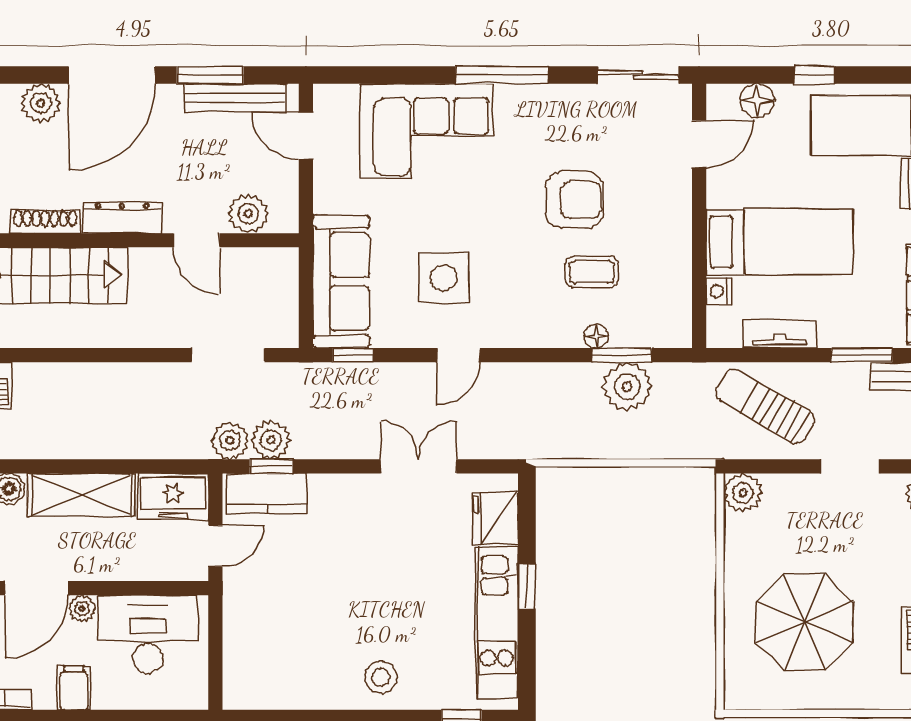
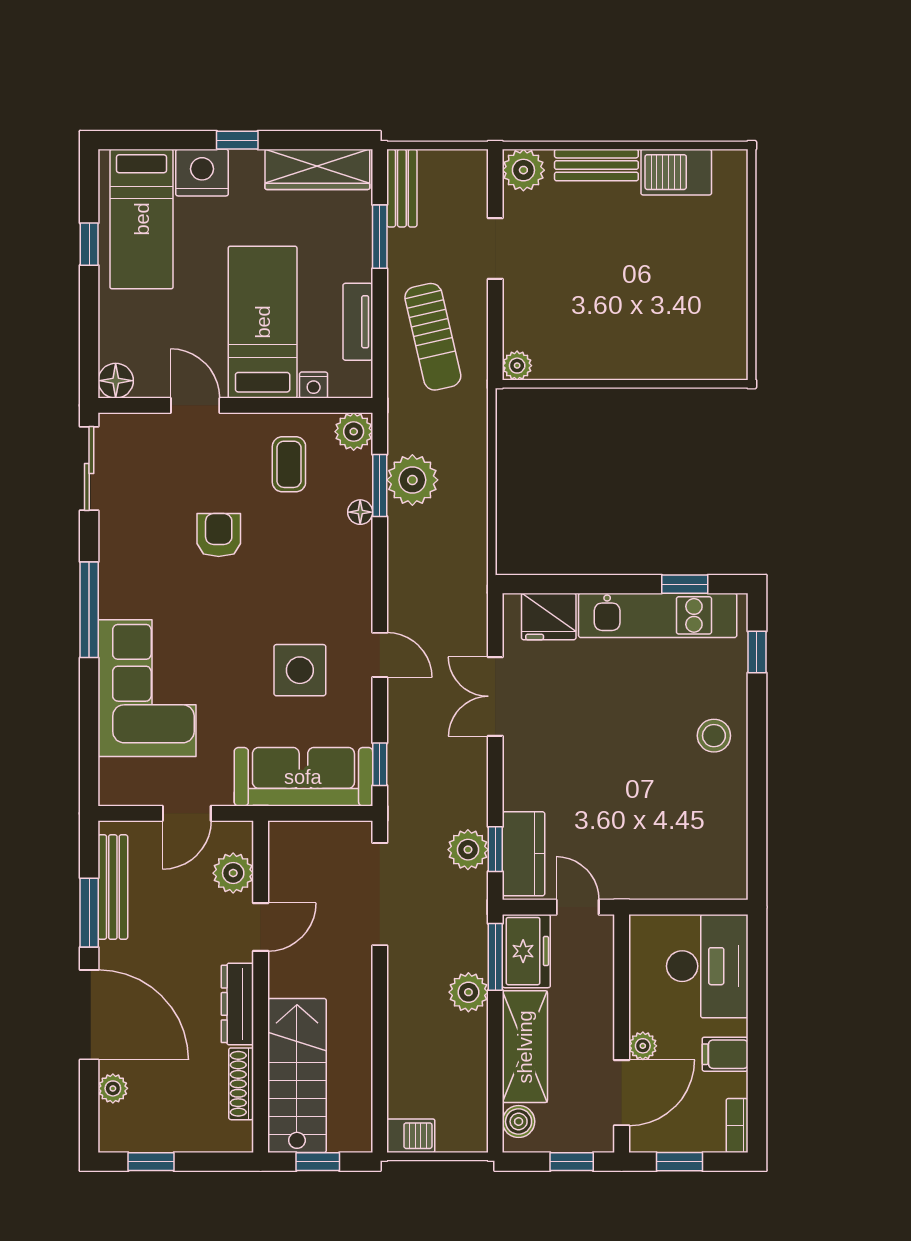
window: (815, 75) -> (89, 244), moved
floor lamp: (757, 101) -> (116, 381), moved
plant: (41, 103) -> (113, 1088), width x0.73, depth x0.73
door: (306, 136) -> (187, 813), moved
door: (699, 144) -> (195, 405), moved
armchair: (574, 200) -> (219, 535), width x0.72, depth x0.72
coffee table: (592, 272) -> (289, 464), moved
plant: (674, 330) -> (354, 432), added
doorway: (228, 355) -> (380, 894), width x1.36
sun lounger: (765, 406) -> (433, 337), turned -43
plant: (230, 441) -> (468, 992), moved
window: (168, 466) -> (495, 957), added
plant: (743, 493) -> (517, 366), width x0.73, depth x0.73
window: (527, 586) -> (685, 584), moved
door: (37, 588) -> (622, 1093), hinge flipped
parasol: (804, 622) -> (657, 296), removed
desk: (148, 634) -> (707, 966), moved, turned 180

